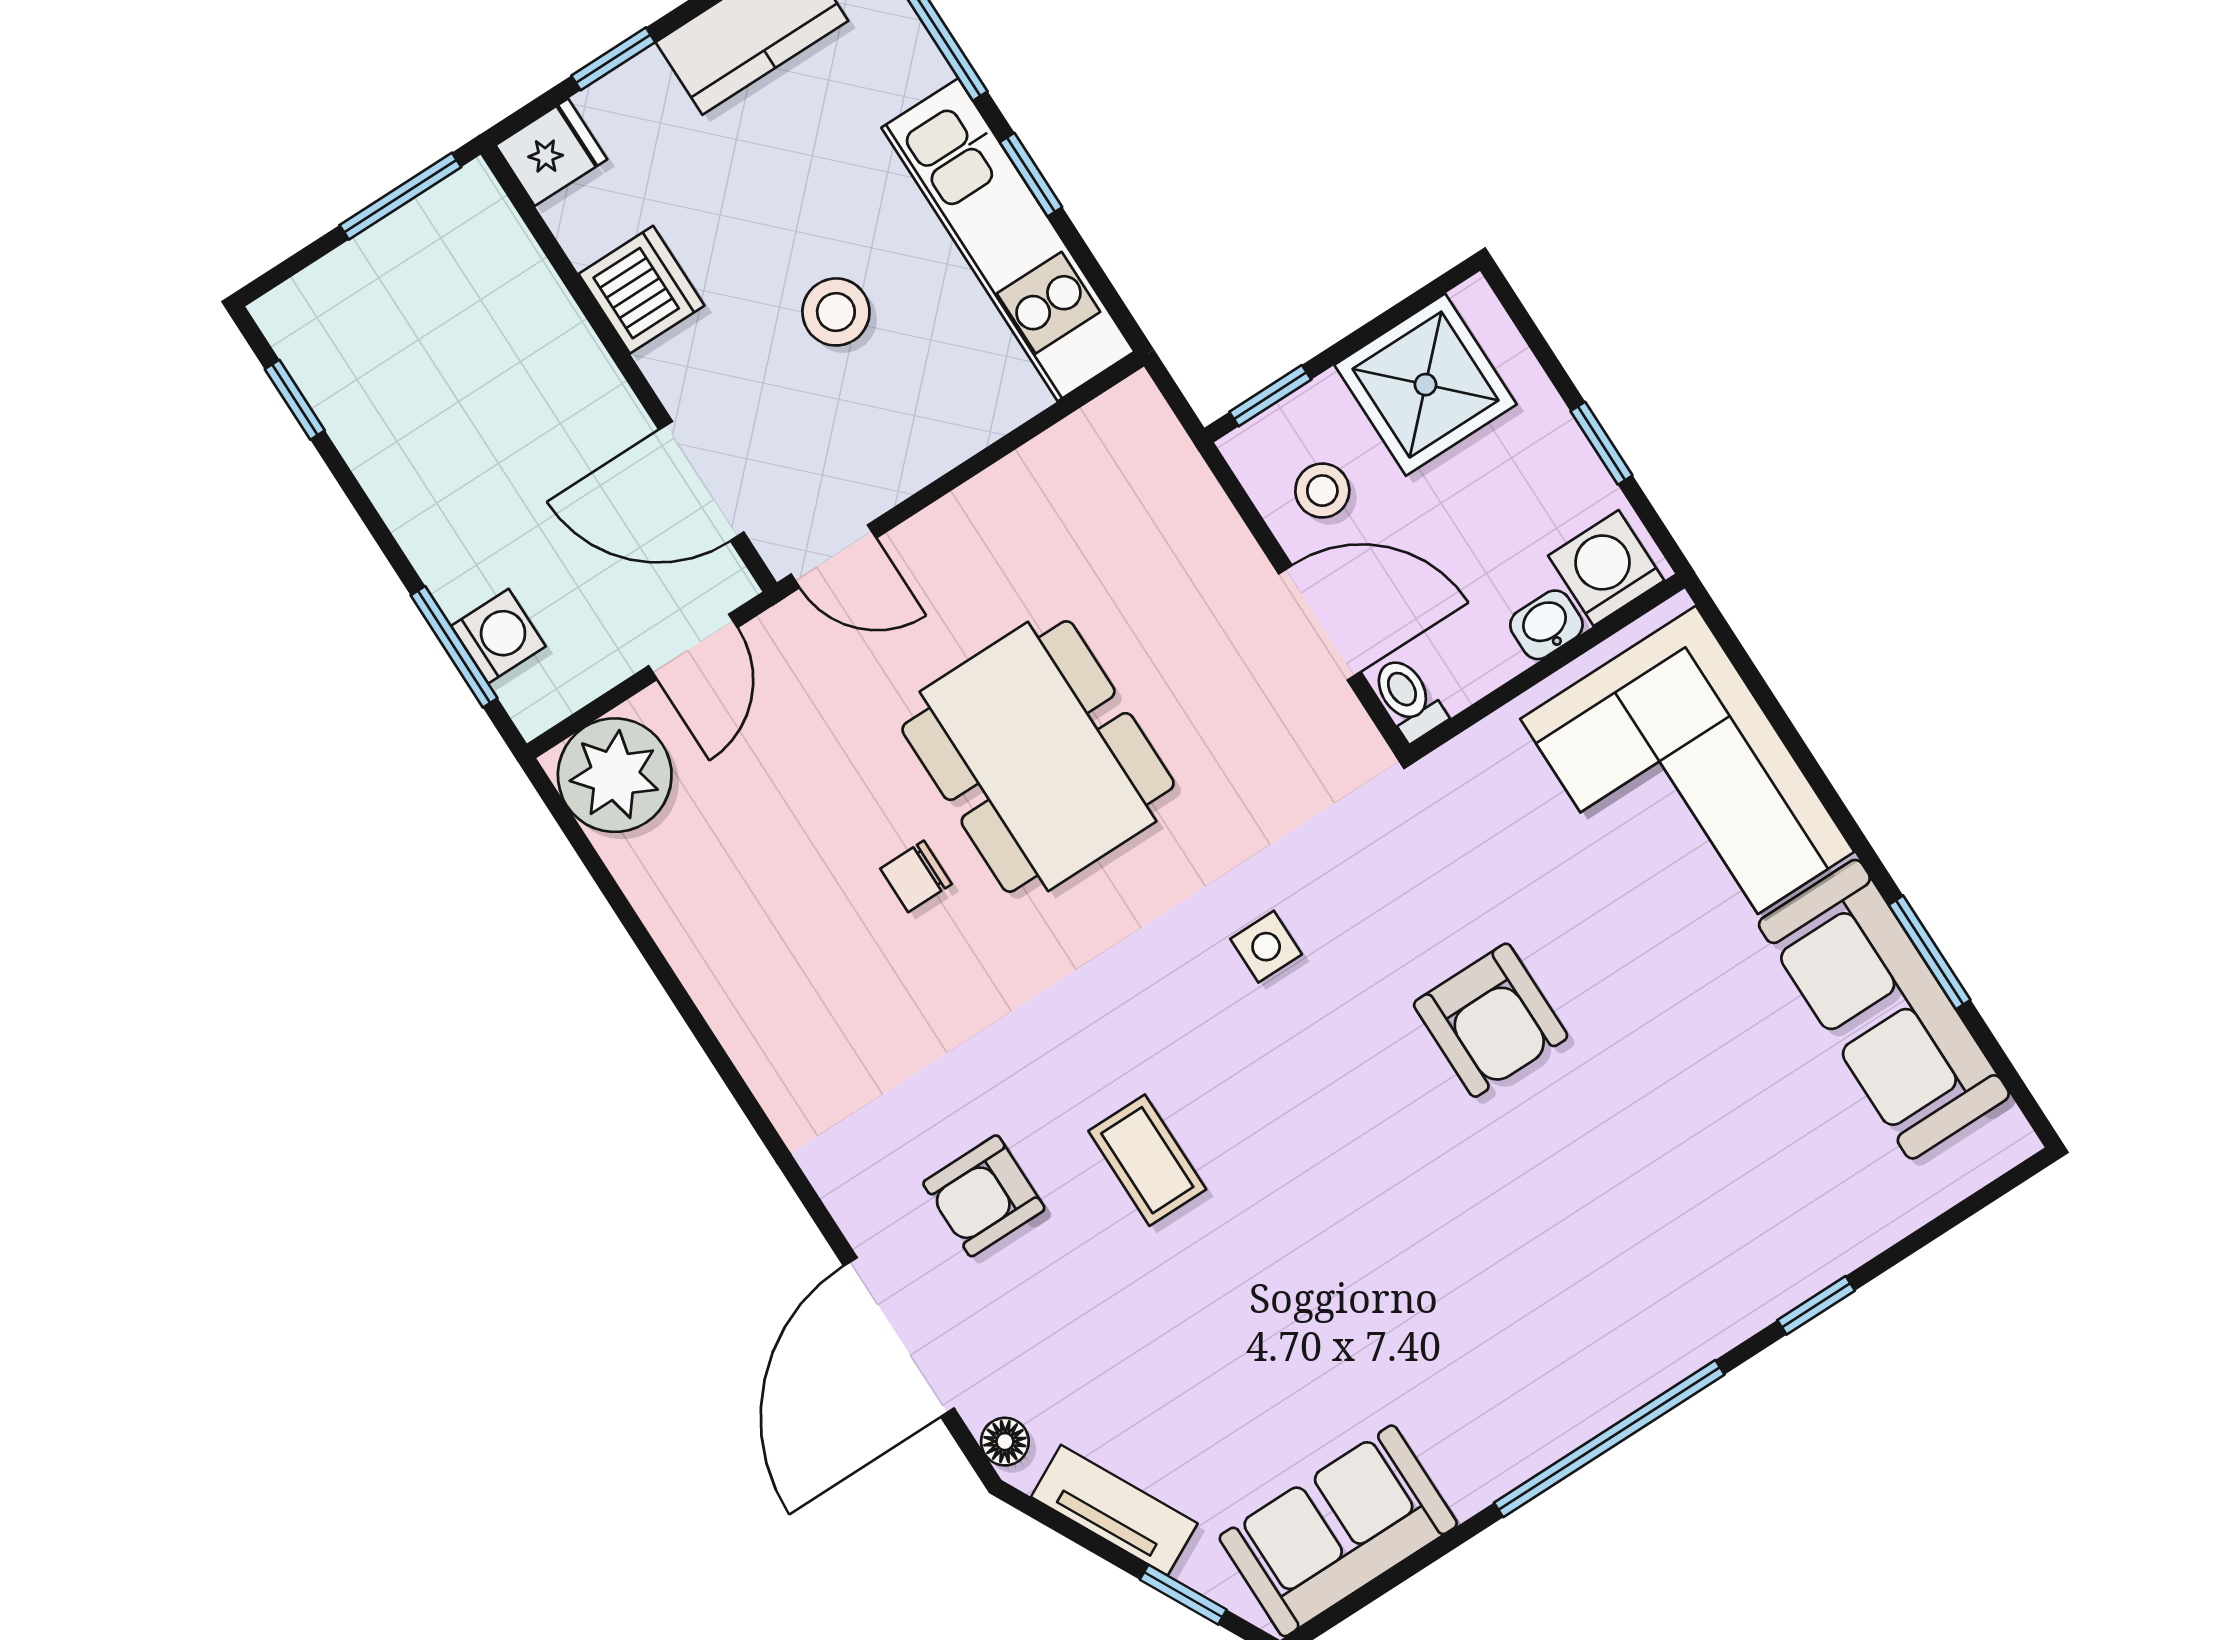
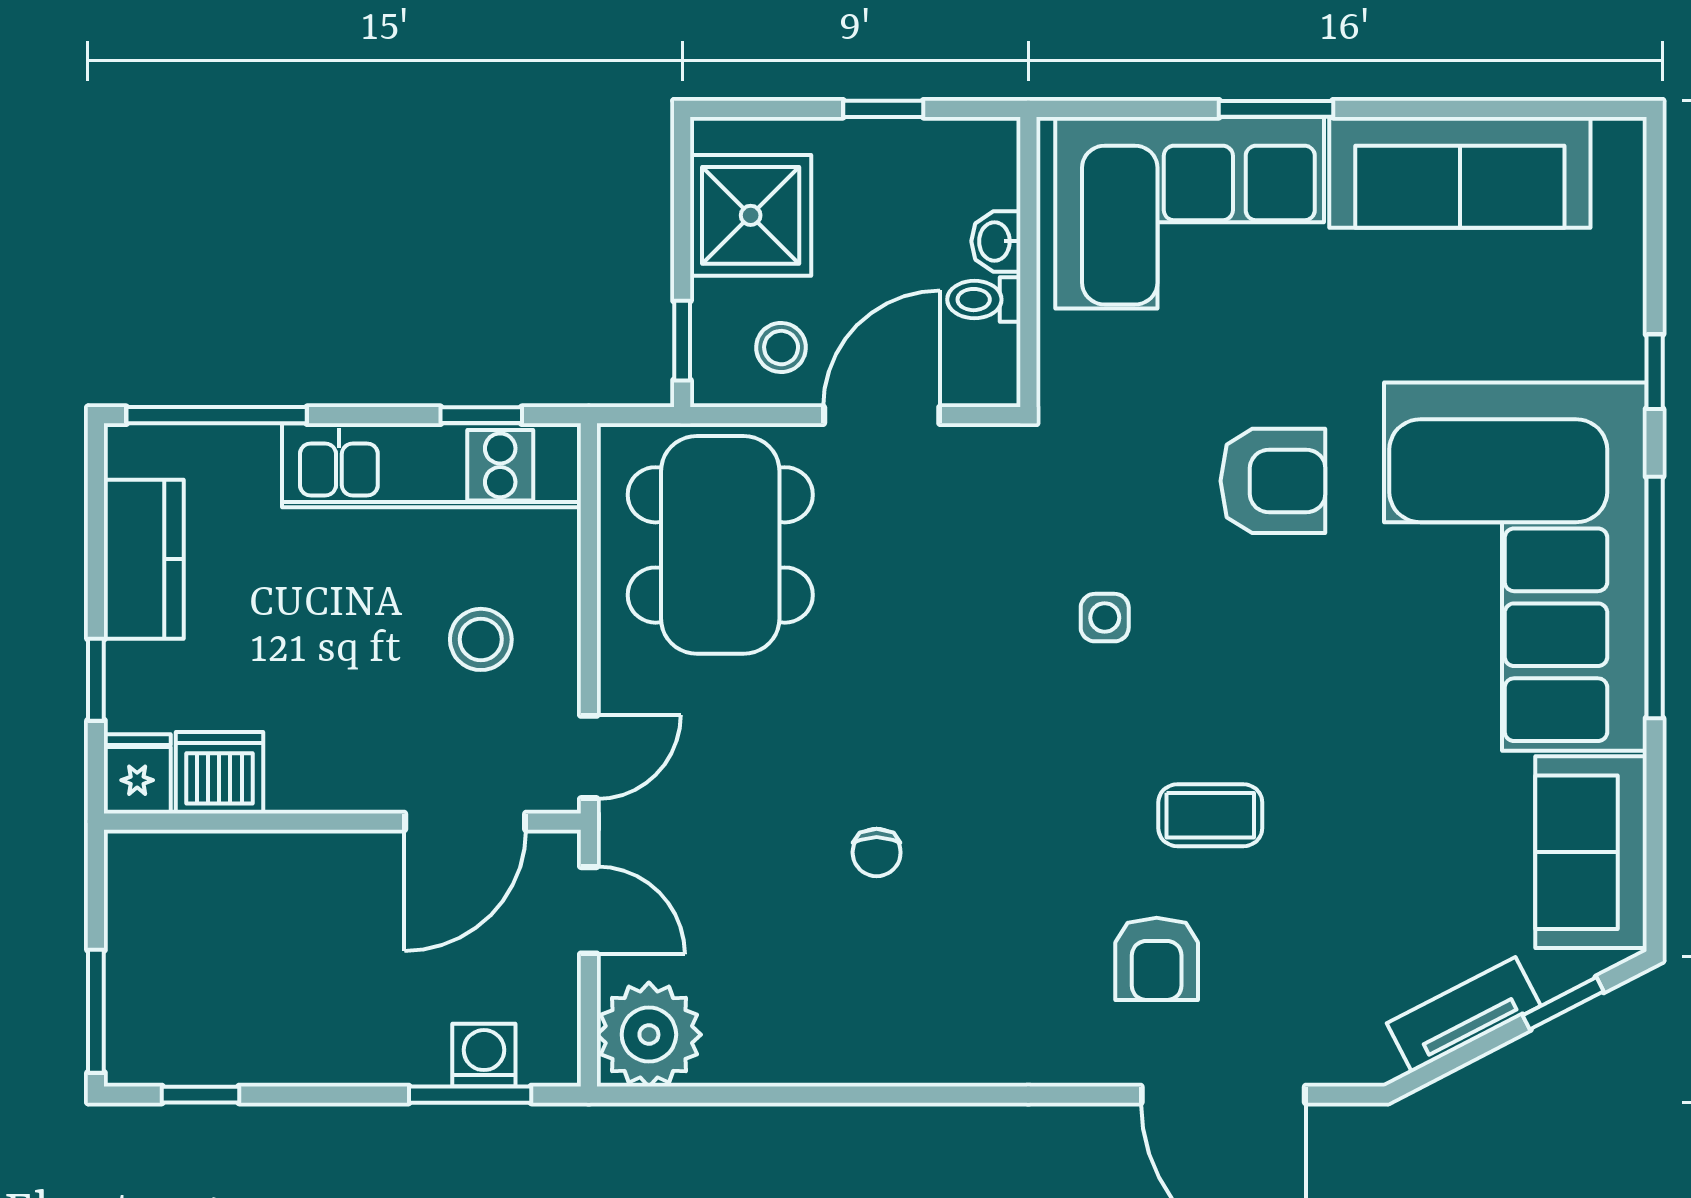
window: (1031, 175) -> (481, 415), moved
window: (400, 196) -> (96, 1011), moved
dishwasher: (641, 290) -> (219, 773), moved
stool: (836, 312) -> (481, 639), moved
washing machine: (1606, 568) -> (982, 167), removed
toilet: (1408, 698) -> (984, 300), moved
dining table: (1038, 756) -> (720, 545), moved, turned 90
window: (1930, 952) -> (1276, 109), moved
corner sofa: (1555, 1293) -> (1515, 567), added
floor lamp: (1005, 1442) -> (1357, 1065), removed

